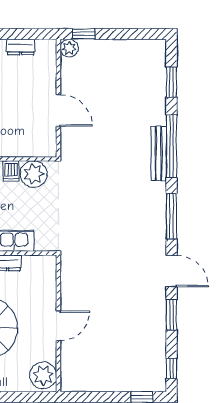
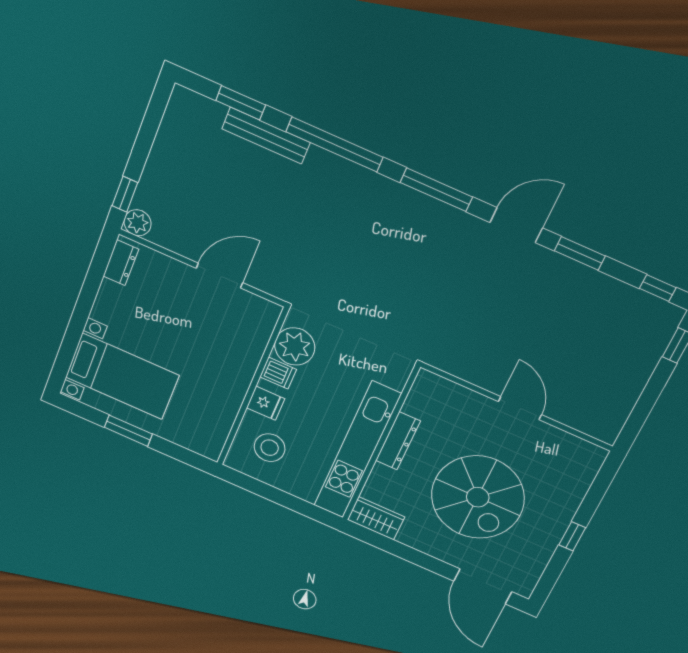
dresser: (21, 47) -> (121, 263), moved
bench: (159, 153) -> (266, 136), moved
plant: (43, 375) -> (579, 457), removed

